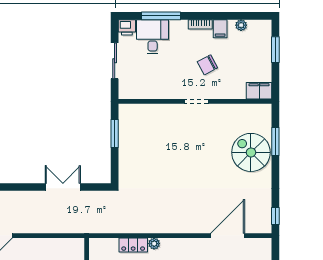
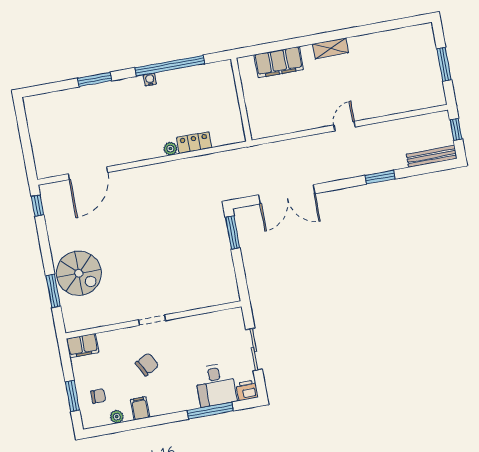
bookcase: (200, 24) -> (164, 409), removed
chair: (254, 46) -> (98, 396), added
window: (115, 133) -> (233, 232), moved
double door: (63, 187) -> (287, 194), width x1.37

